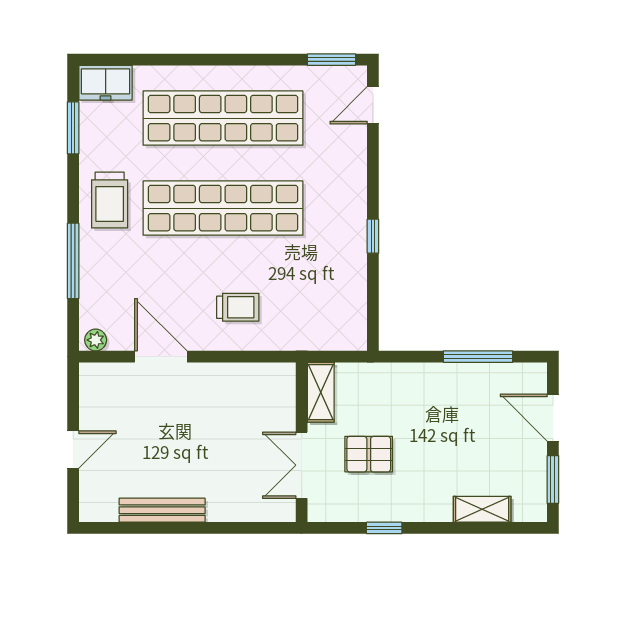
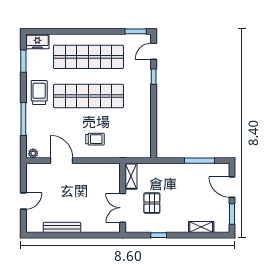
trolley: (110, 200) -> (39, 92), turned 180
window: (373, 236) -> (154, 77), moved
pallet: (369, 454) -> (152, 203), turned 90

